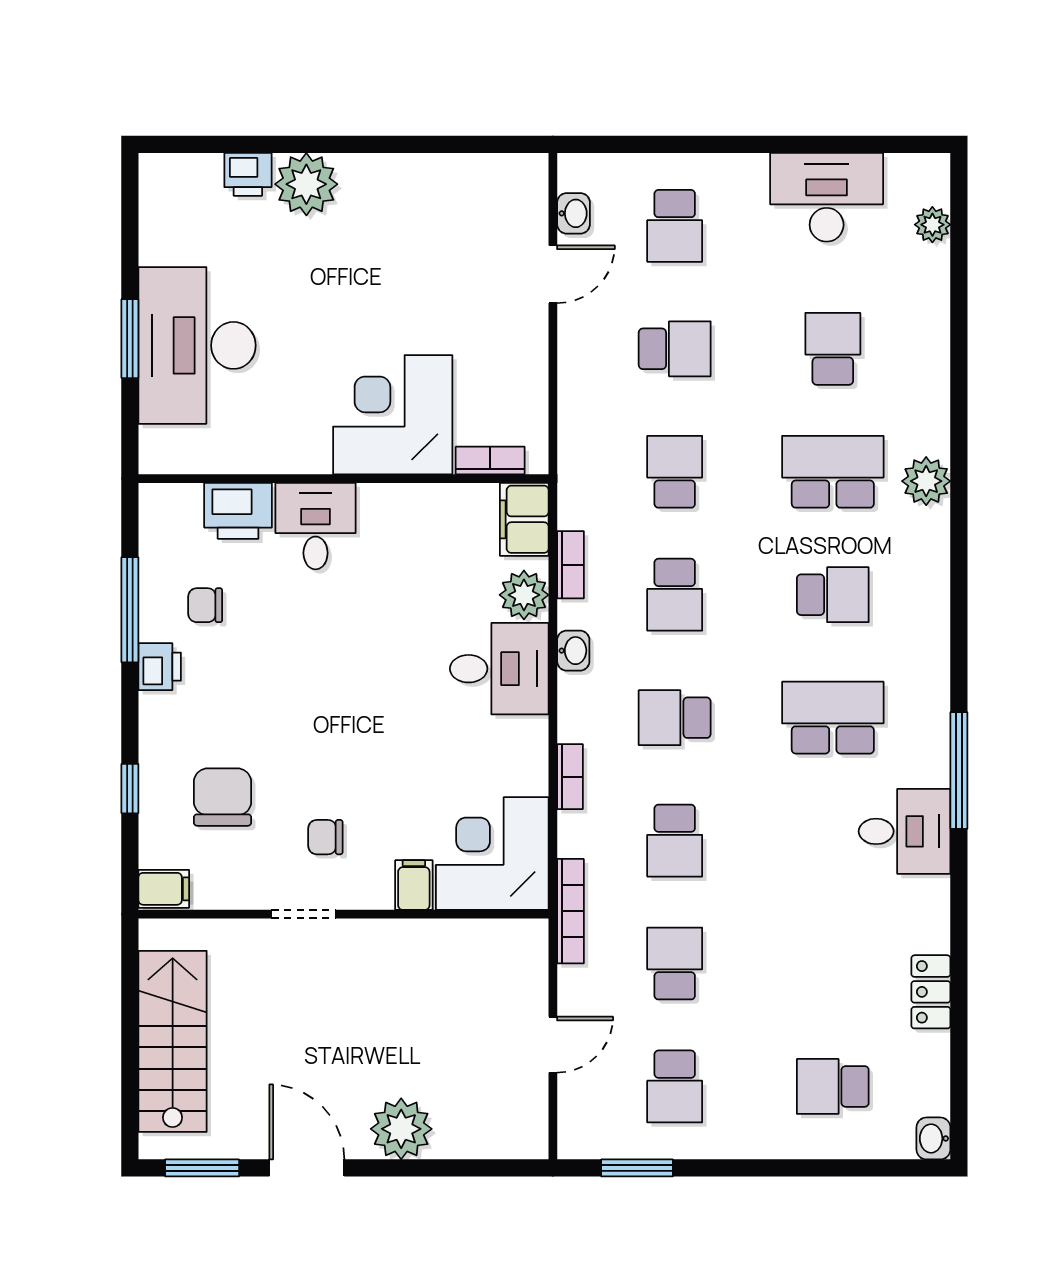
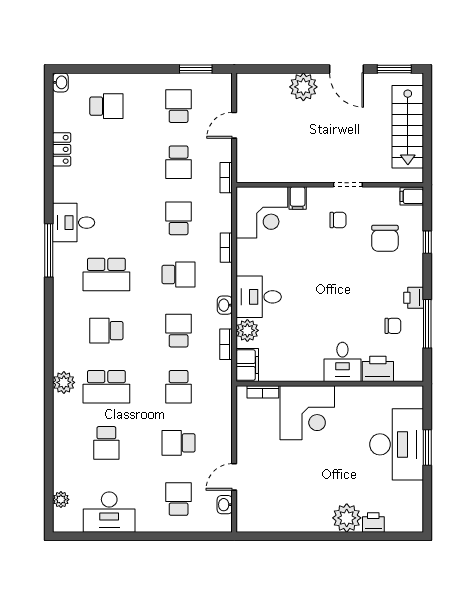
bookcase: (570, 911) -> (226, 178), width x0.64

